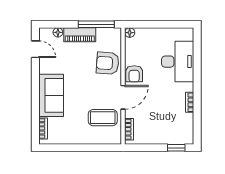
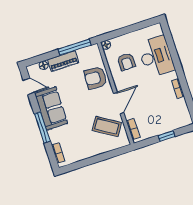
armchair: (134, 74) -> (126, 62), moved
sofa: (51, 95) -> (51, 108), moved
window: (35, 96) -> (42, 127), added
coffee table: (103, 118) -> (107, 126), turned 32
window: (176, 148) -> (166, 136), moved

